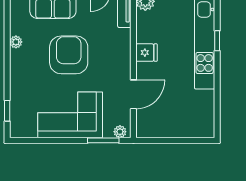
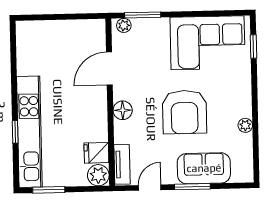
fridge: (146, 53) -> (96, 153), moved
floor lamp: (123, 58) -> (123, 110), added
corner sofa: (70, 115) -> (208, 43), moved

